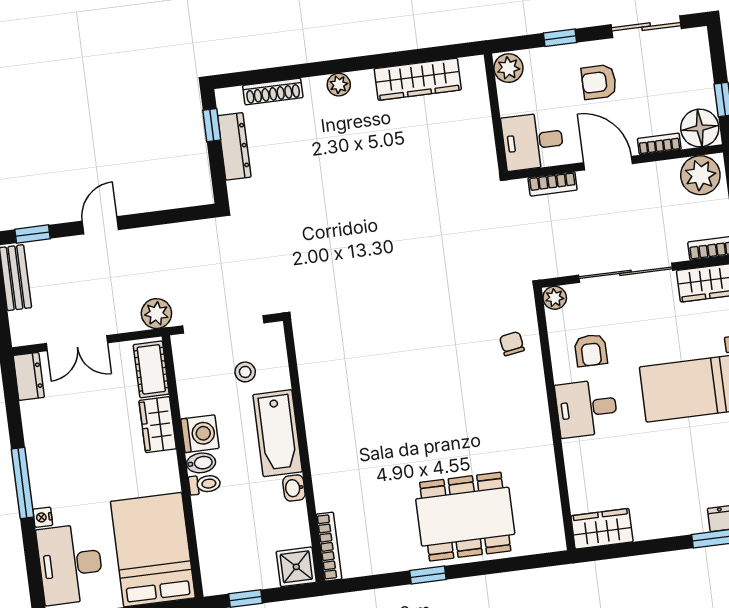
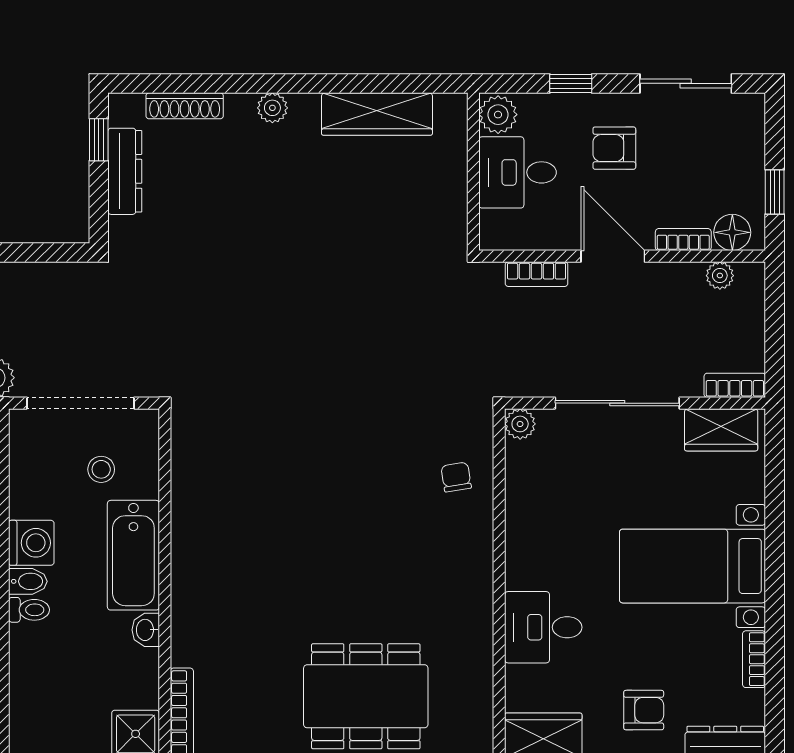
floor lamp: (700, 128) -> (732, 232), width x0.73, depth x0.73
desk: (533, 141) -> (518, 172), moved
plant: (700, 175) -> (720, 276), width x0.53, depth x0.53
armchair: (591, 350) -> (644, 710), moved, turned -90
desk: (587, 408) -> (543, 627), moved

